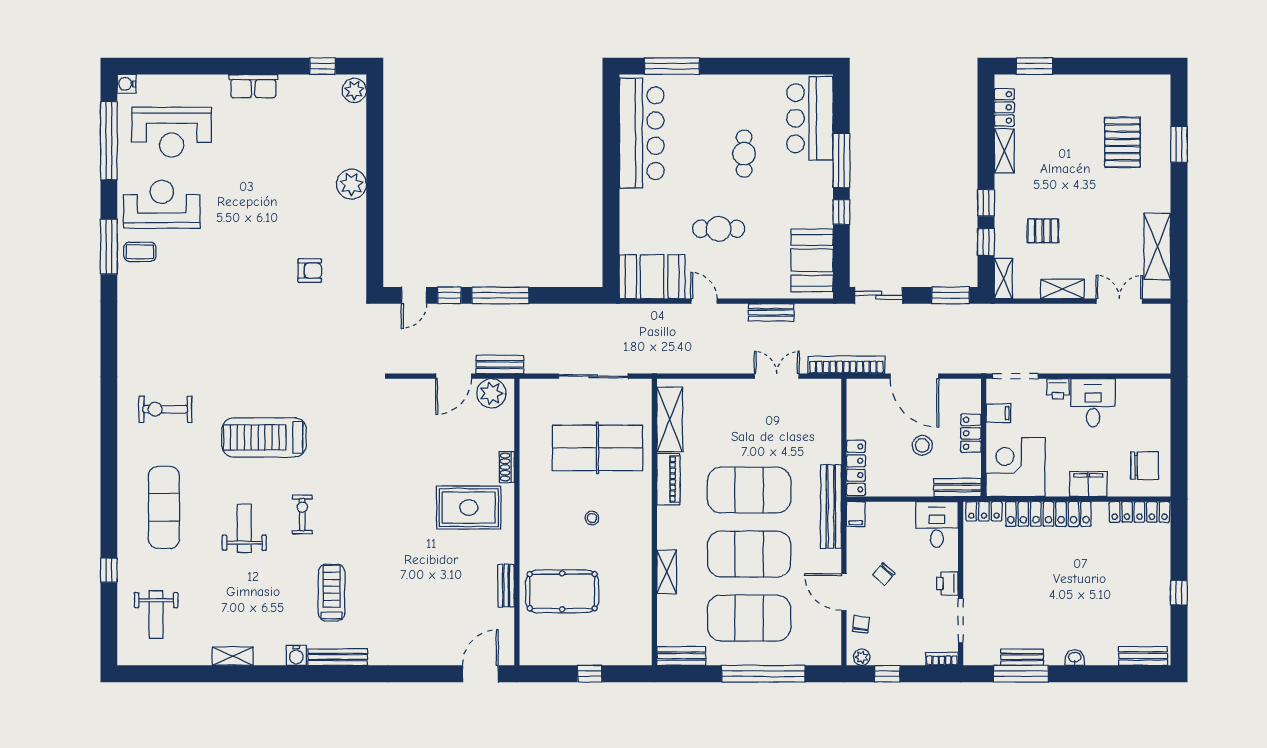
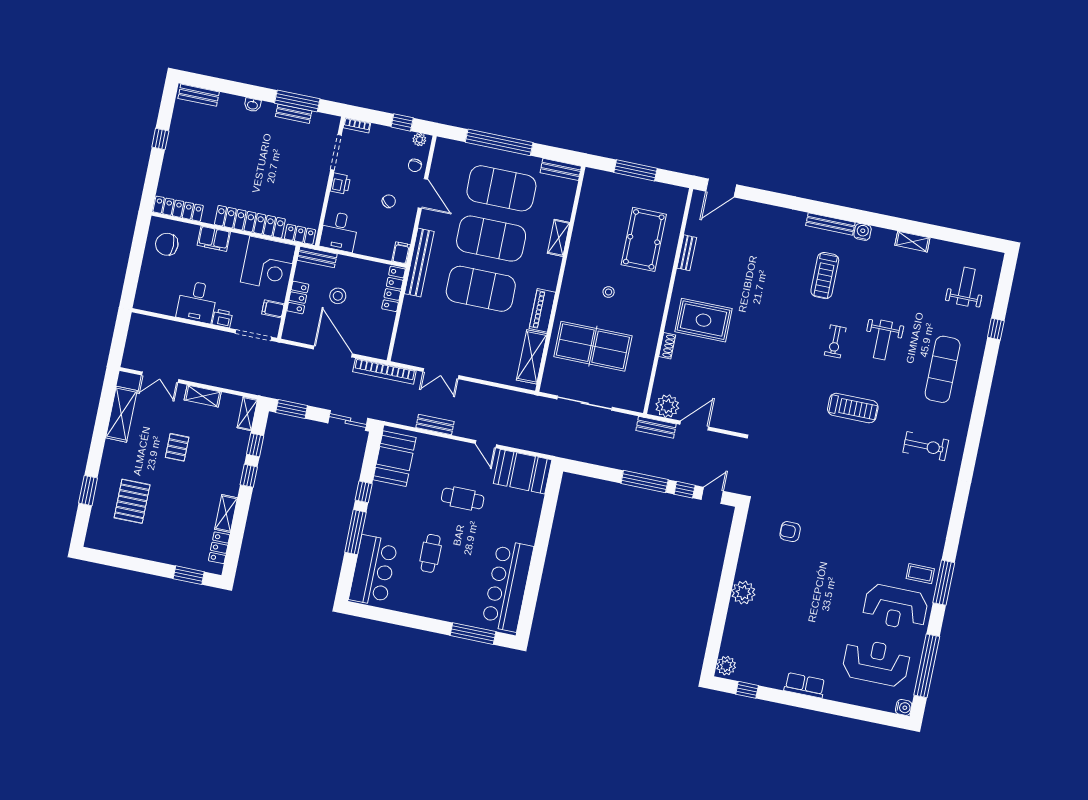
pallet: (1043, 231) -> (177, 447), moved, turned 90
treadmill: (264, 437) -> (853, 408), width x0.73, depth x0.73
pool table: (562, 591) -> (644, 239), turned 90
window: (590, 674) -> (635, 170), width x2.17

